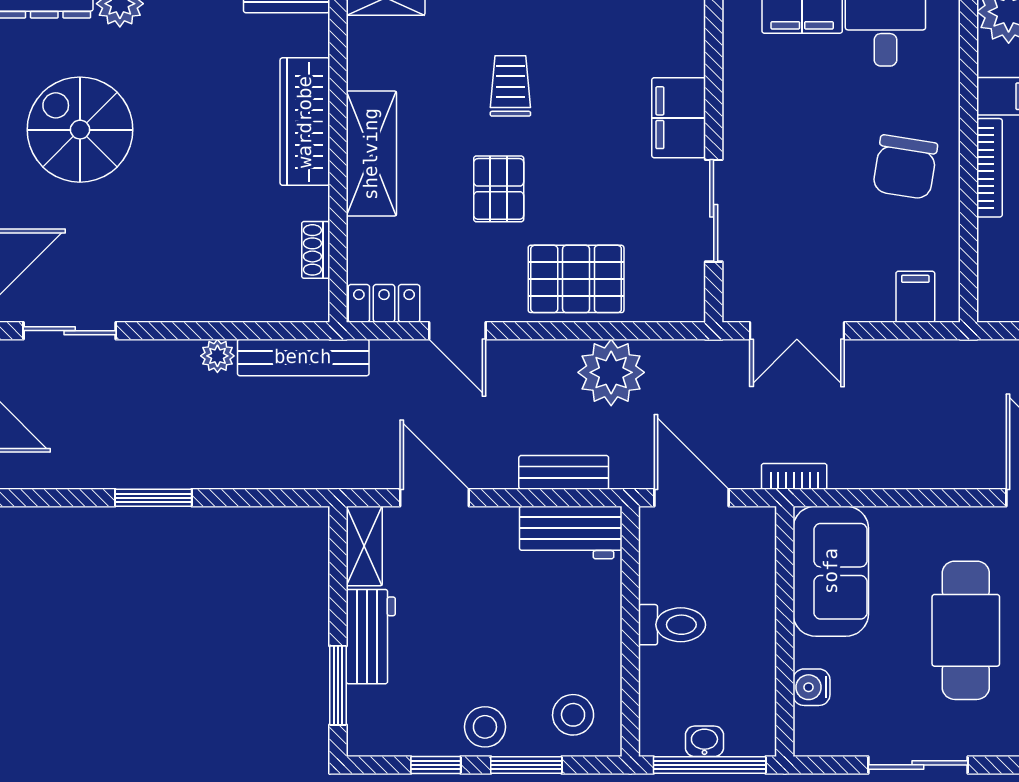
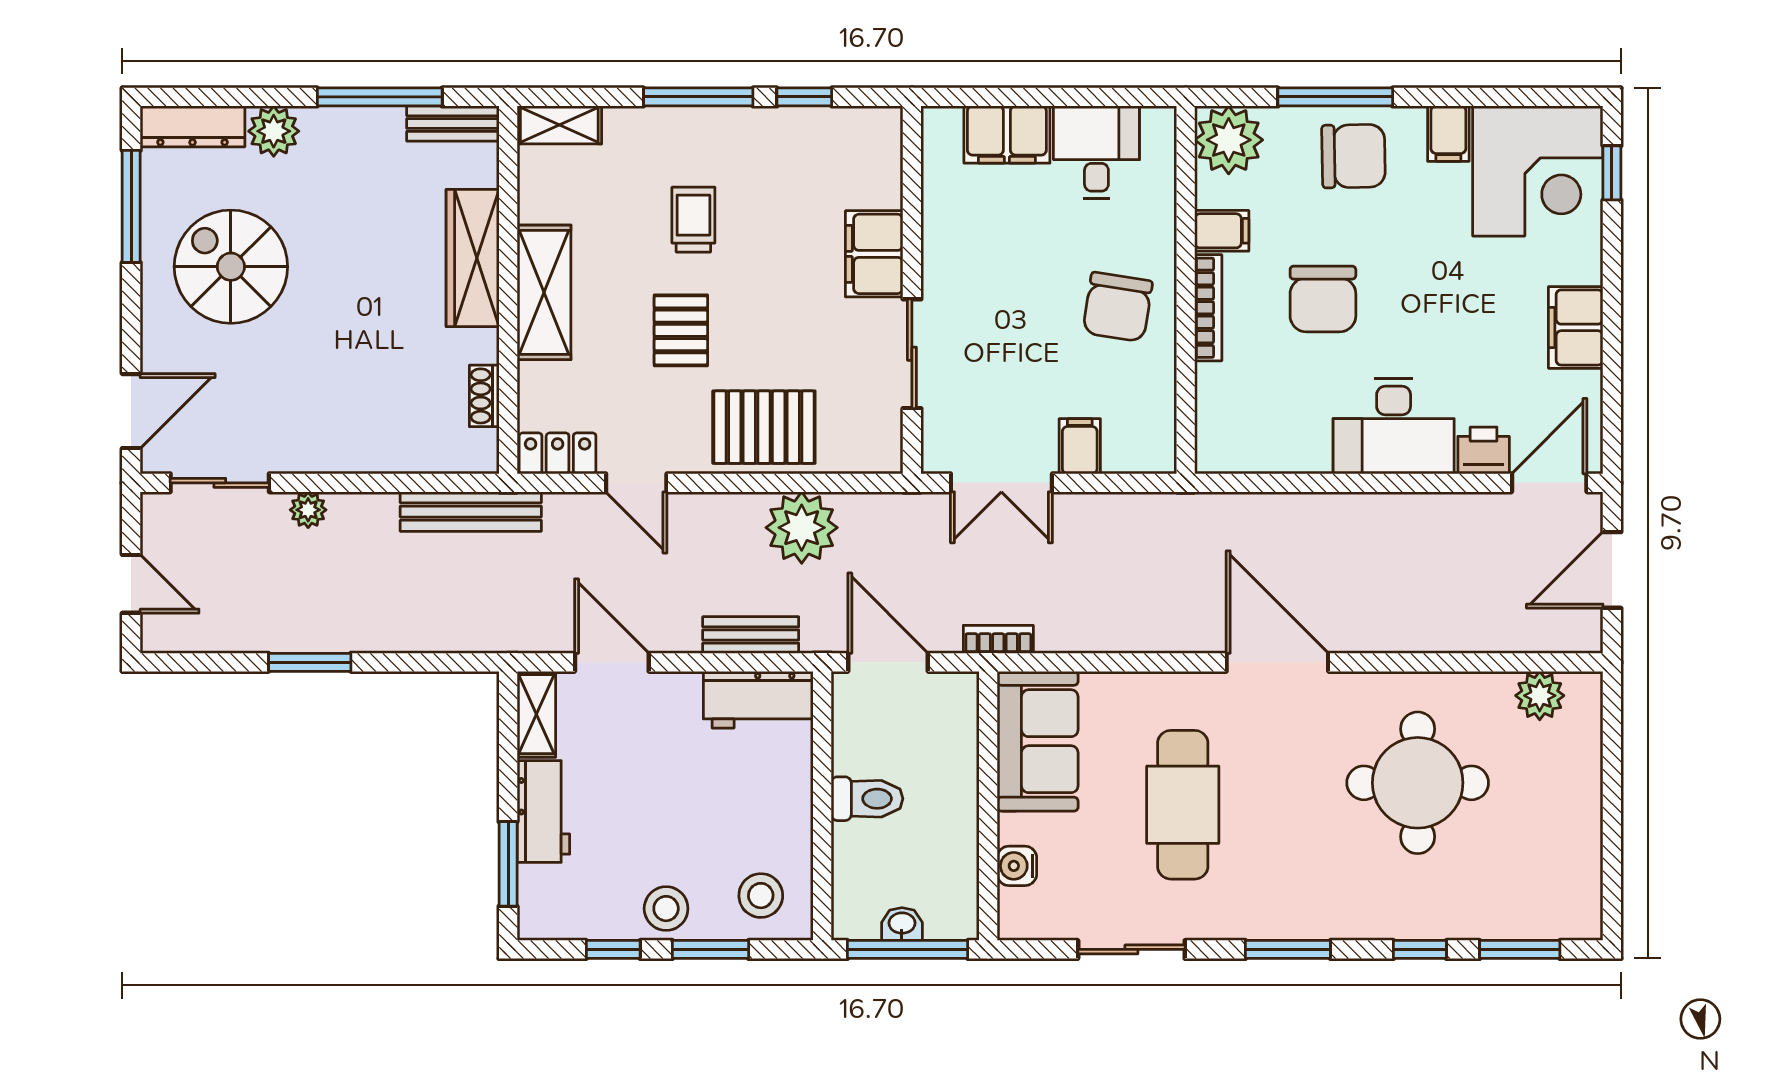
filing cabinet: (915, 297) -> (1080, 446), moved
plant: (217, 356) -> (308, 510), moved

